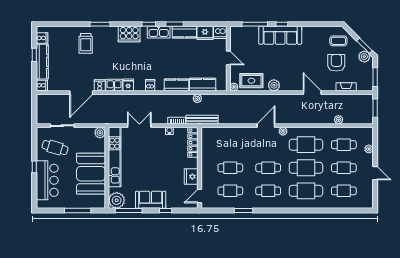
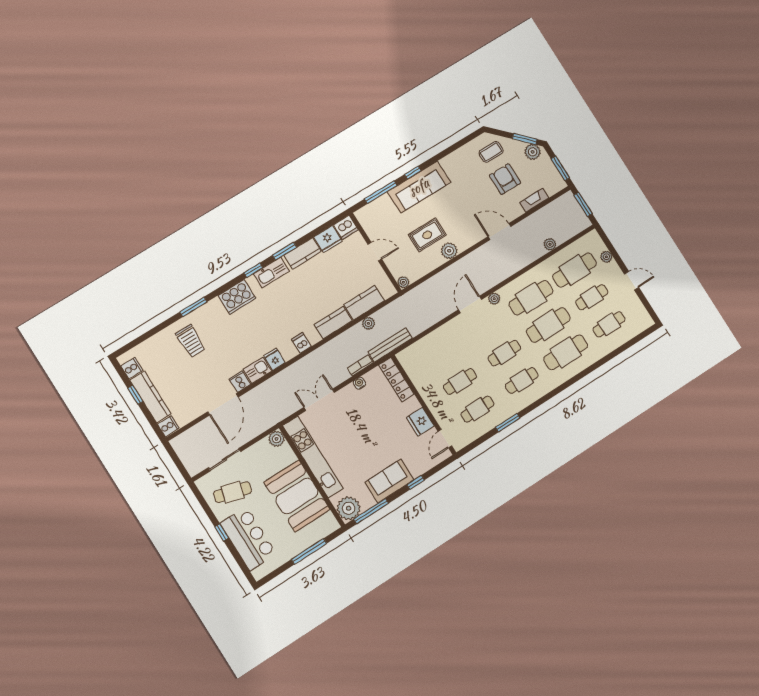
rug: (251, 81) -> (427, 235), moved
cafe table: (344, 145) -> (575, 270), width x1.37, depth x1.35

